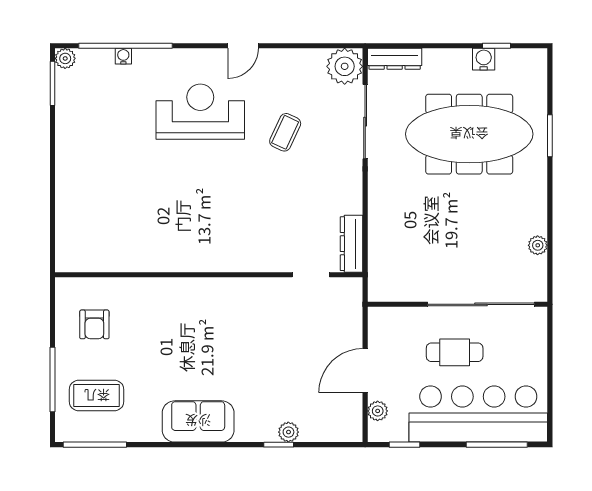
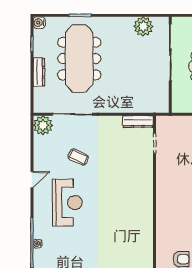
door: (243, 46) -> (32, 180), hinge flipped
dresser: (395, 59) -> (39, 72), moved
water cooler: (484, 59) -> (39, 23), moved
reception desk: (200, 112) -> (67, 202), turned 180
plant: (538, 245) -> (143, 26), width x1.88, depth x1.88

